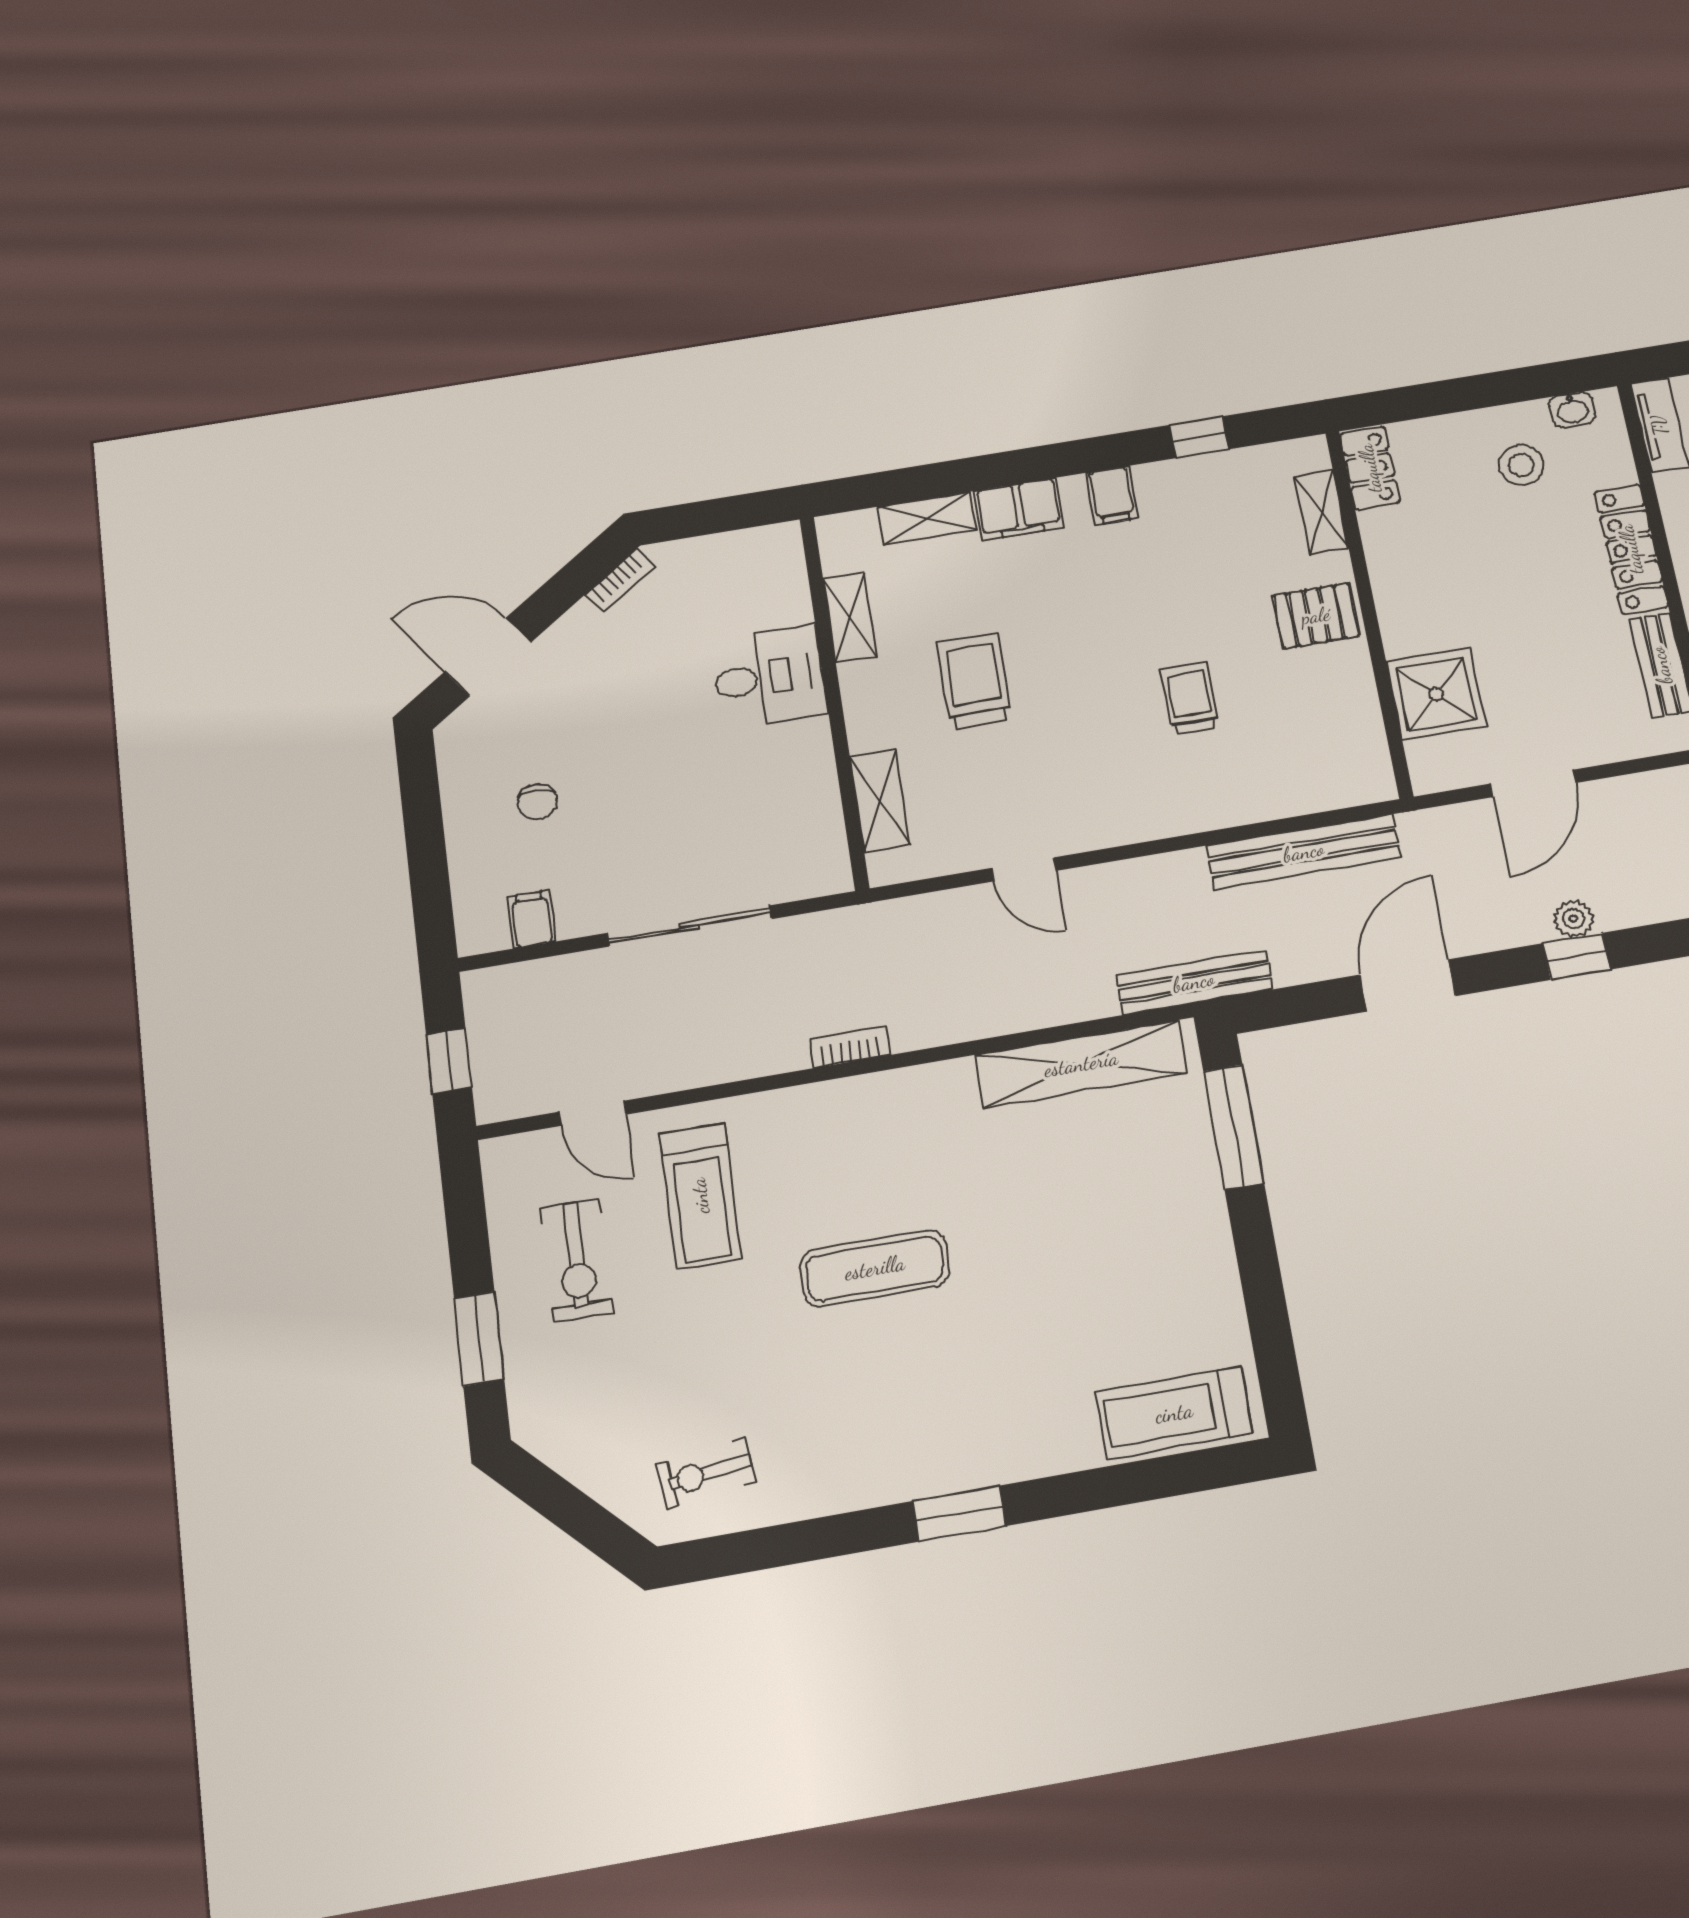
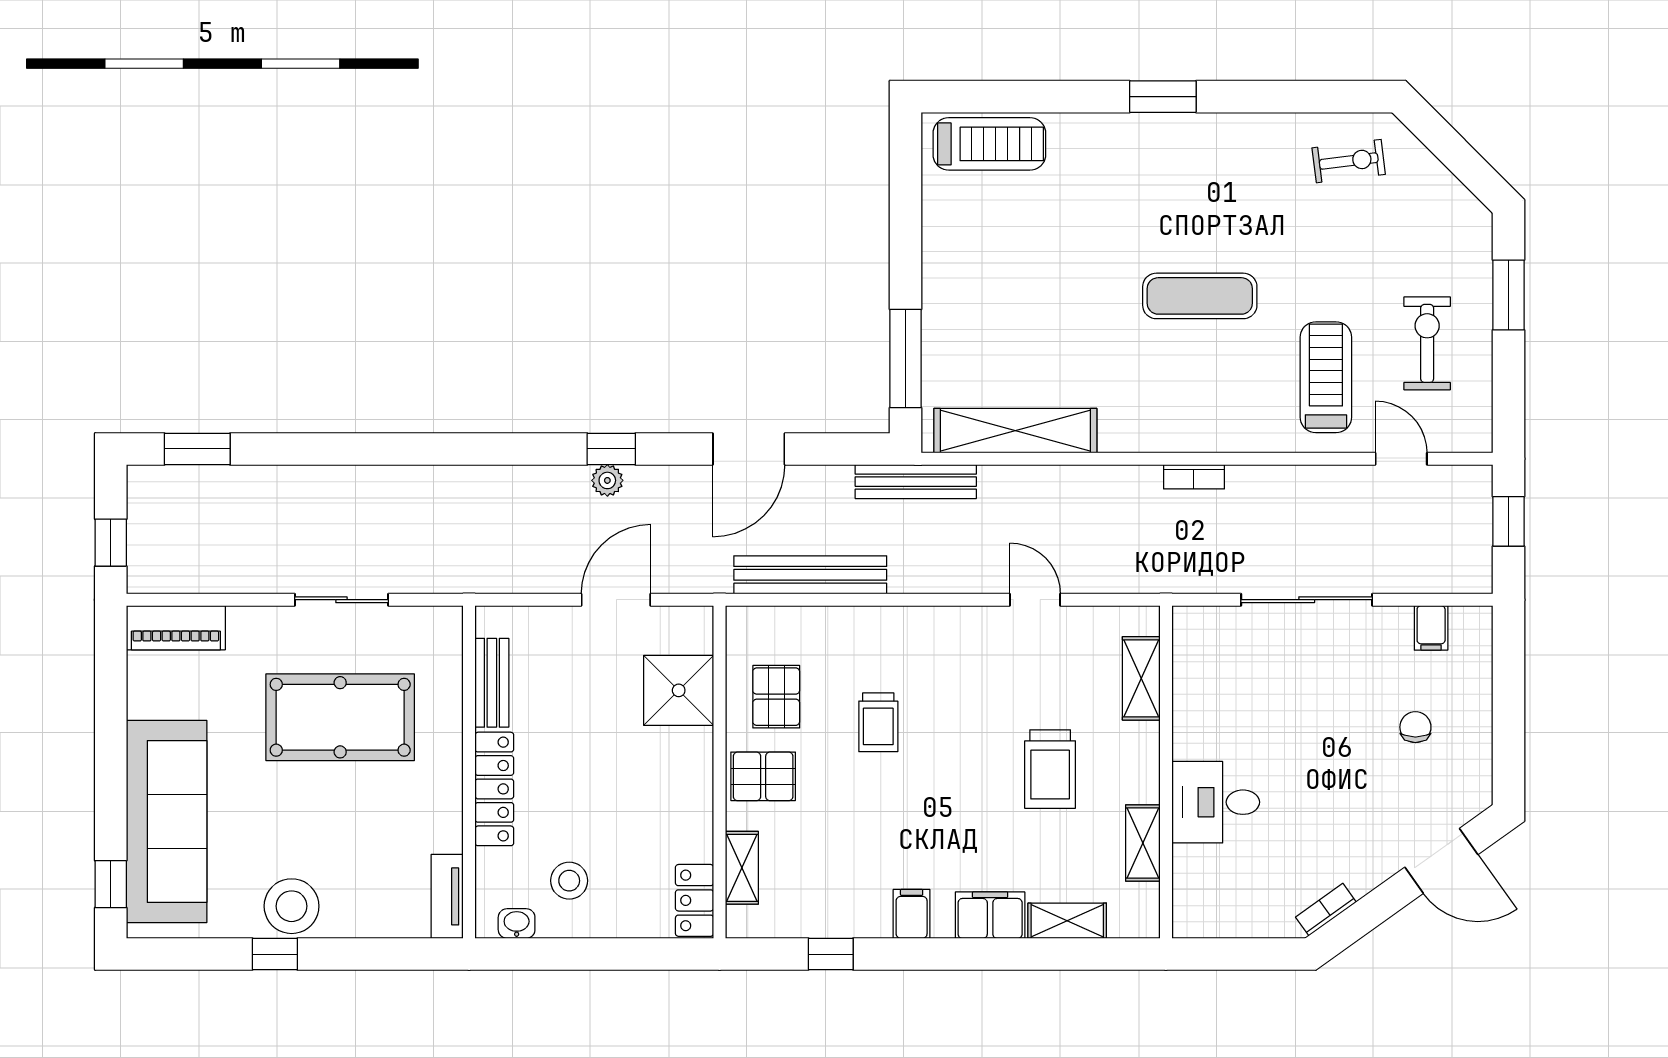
pallet: (1318, 707) -> (776, 697), added

